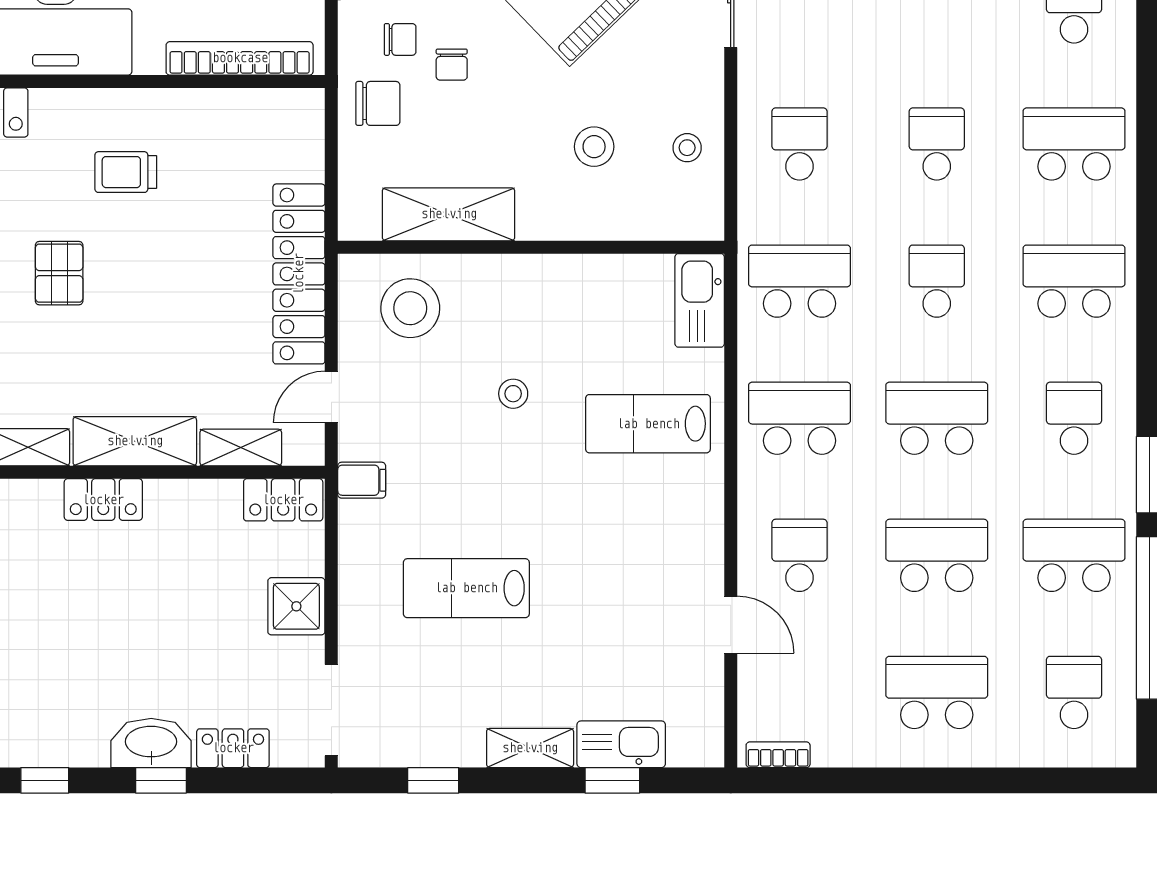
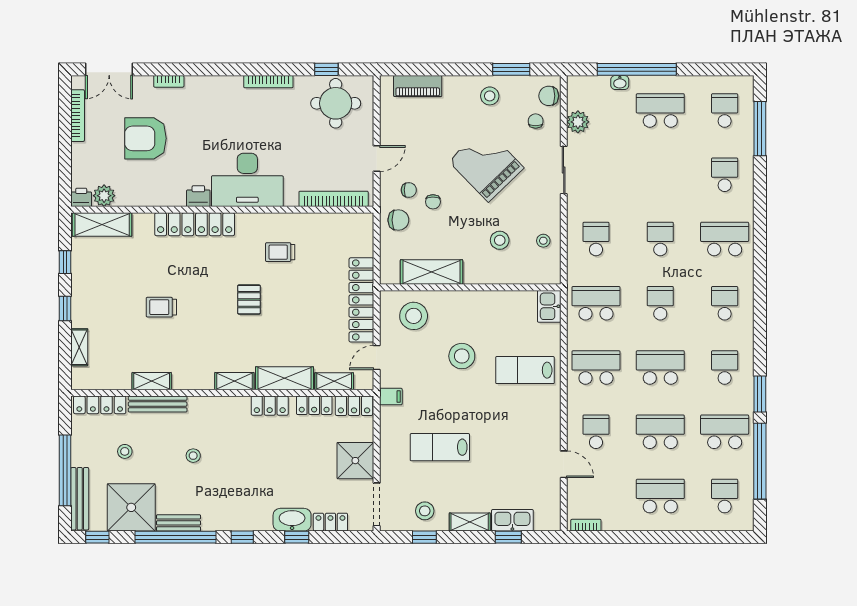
school desk: (1074, 281) -> (725, 303), width x0.54
kitchen sink: (700, 300) -> (549, 306), width x0.73
stool: (513, 394) -> (462, 356), width x1.89, depth x1.89
locker: (198, 499) -> (314, 405), added
shower: (296, 606) -> (355, 461), width x1.36, depth x1.36
stool: (434, 724) -> (425, 511), added

